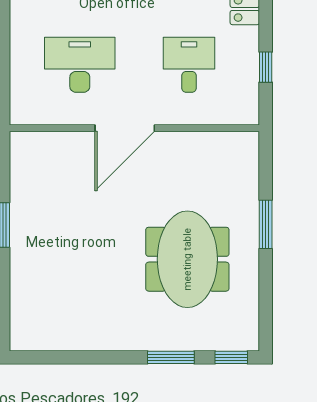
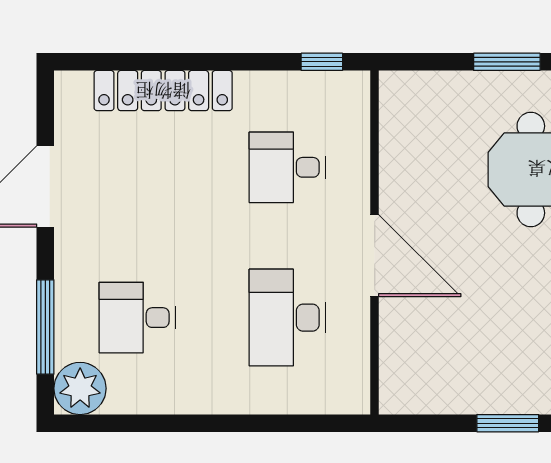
window: (266, 67) -> (322, 62), moved

